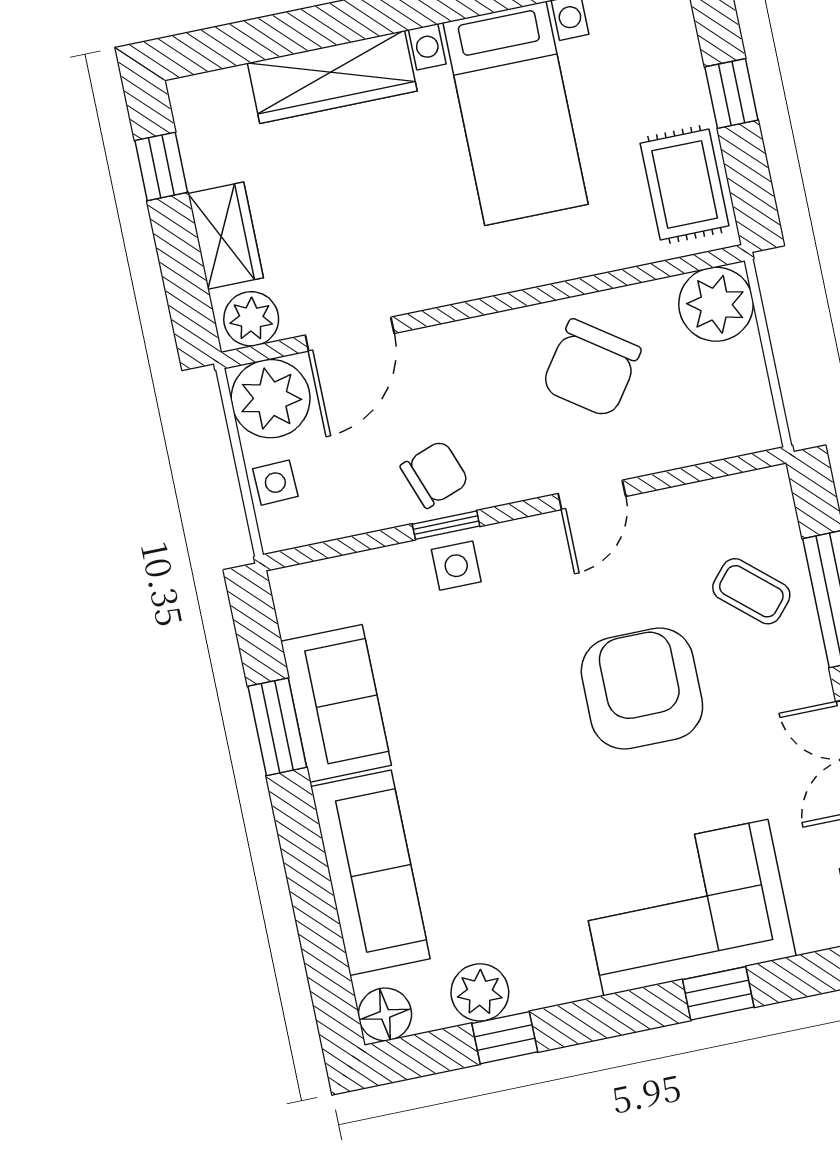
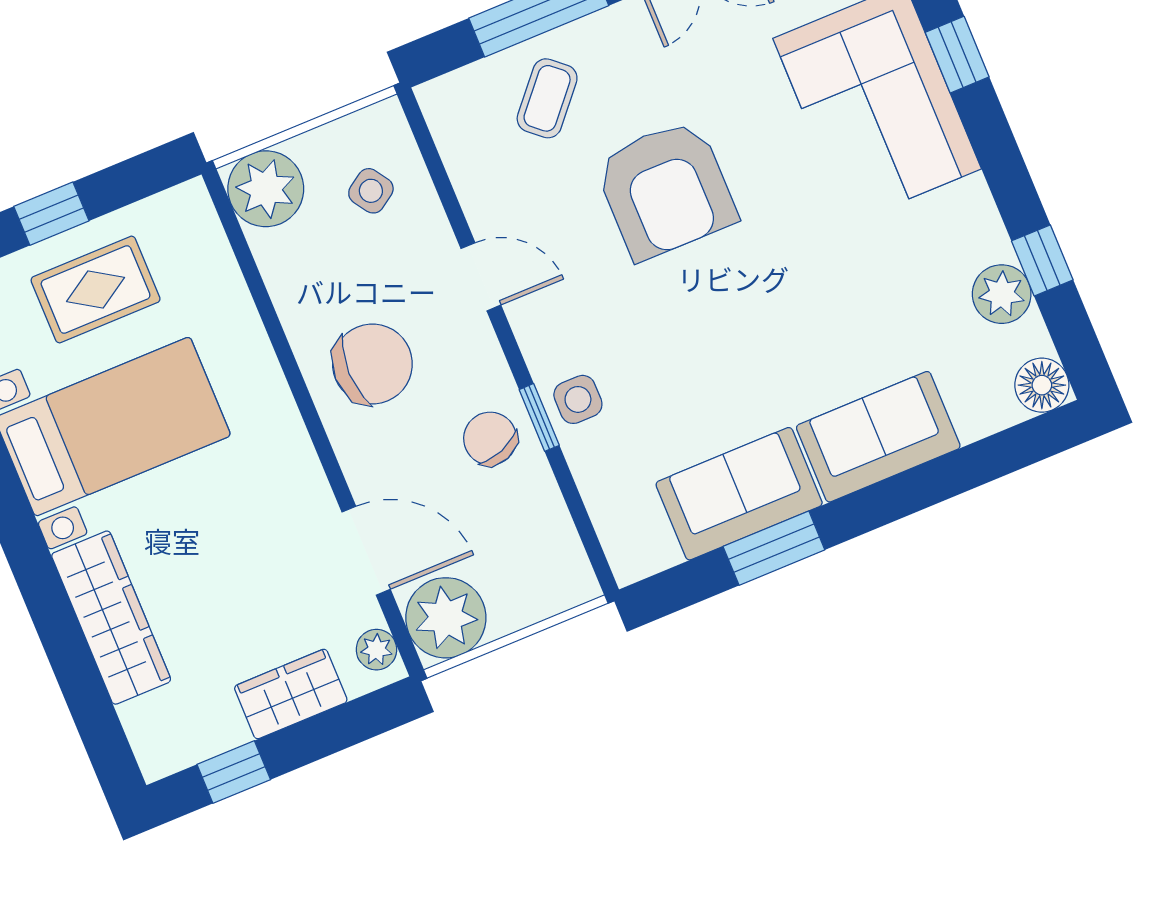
rug: (685, 184) -> (96, 290), moved
plant: (251, 319) -> (376, 650), width x0.73, depth x0.73
chair: (591, 368) -> (372, 364), moved, turned -35
side table: (275, 483) -> (371, 191), moved, turned -32
armchair: (642, 689) -> (666, 190), turned -90
sofa: (370, 873) -> (878, 437), width x0.73

